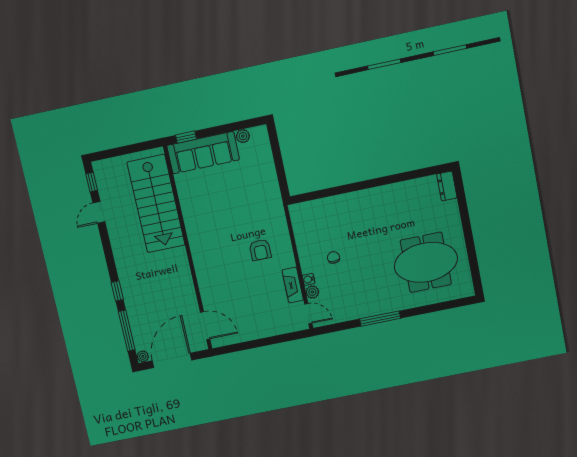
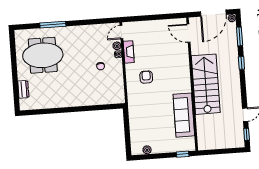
sofa: (203, 153) -> (184, 115), moved, turned -90
dresser: (447, 186) -> (23, 89), moved
stairs: (156, 204) -> (206, 84), moved
door: (308, 314) -> (121, 32), hinge flipped
window: (380, 319) -> (53, 25), moved
window: (127, 331) -> (240, 36), width x0.69

